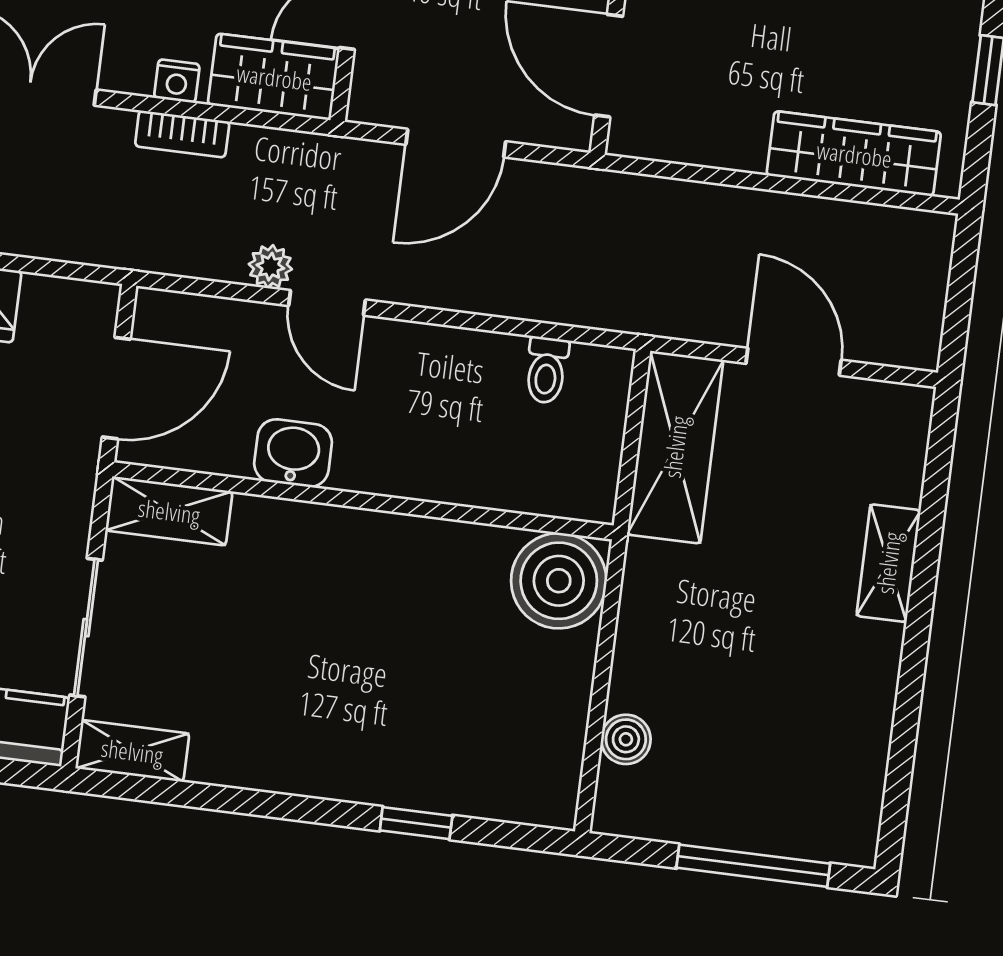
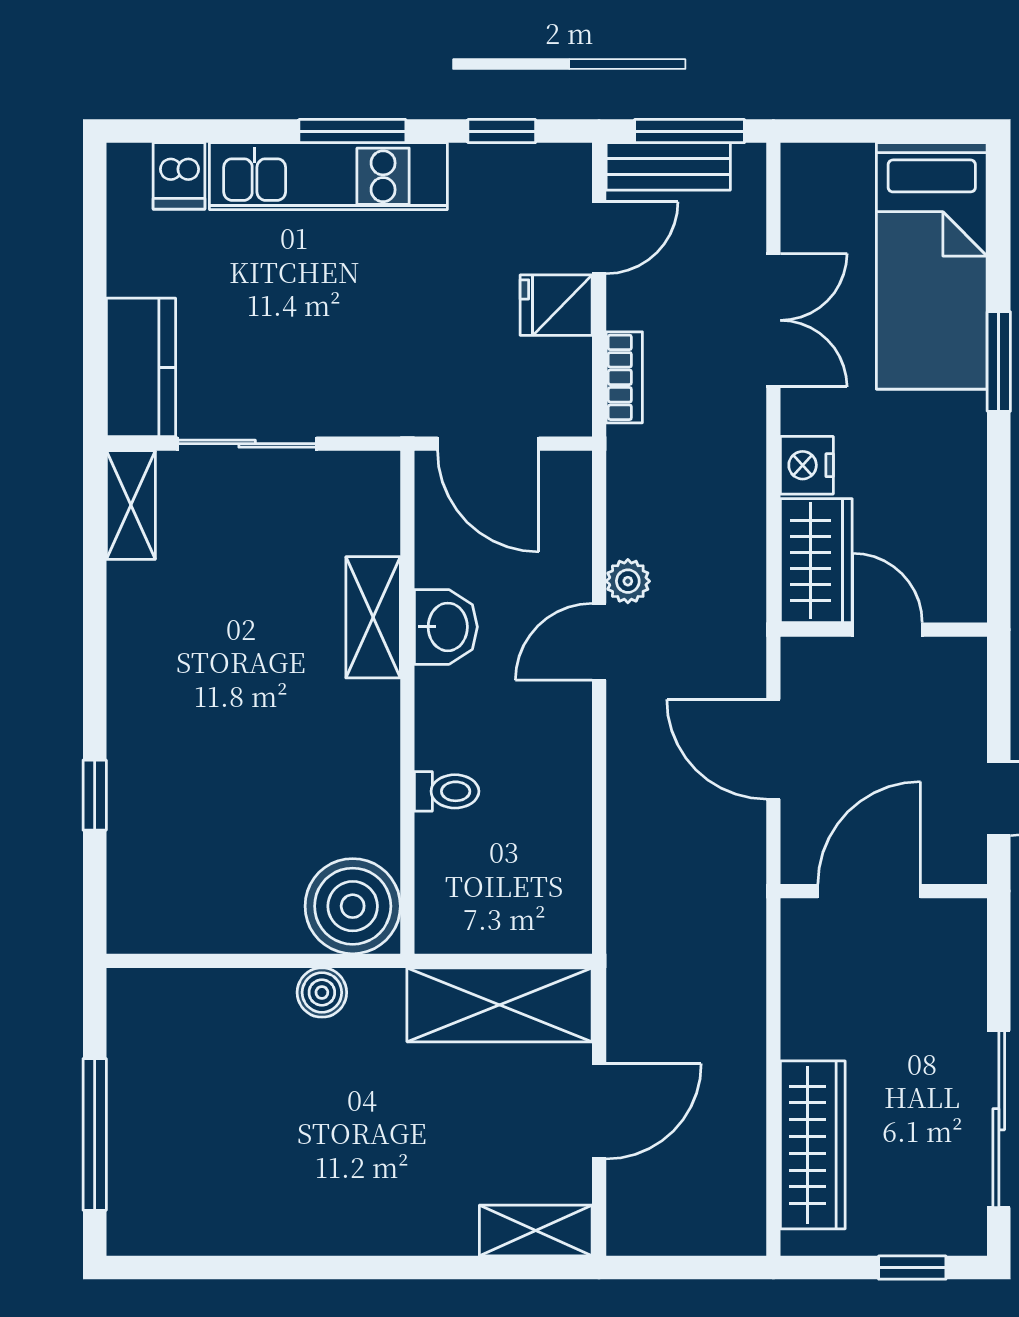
nightstand: (177, 81) -> (807, 465), width x1.39, depth x1.35
bookcase: (182, 134) -> (624, 377), moved, turned 180
toilet: (547, 370) -> (447, 791), moved, turned 180
shelving: (169, 511) -> (373, 617), moved
shelving: (888, 563) -> (536, 1231), moved
boiler: (626, 739) -> (322, 992), moved

